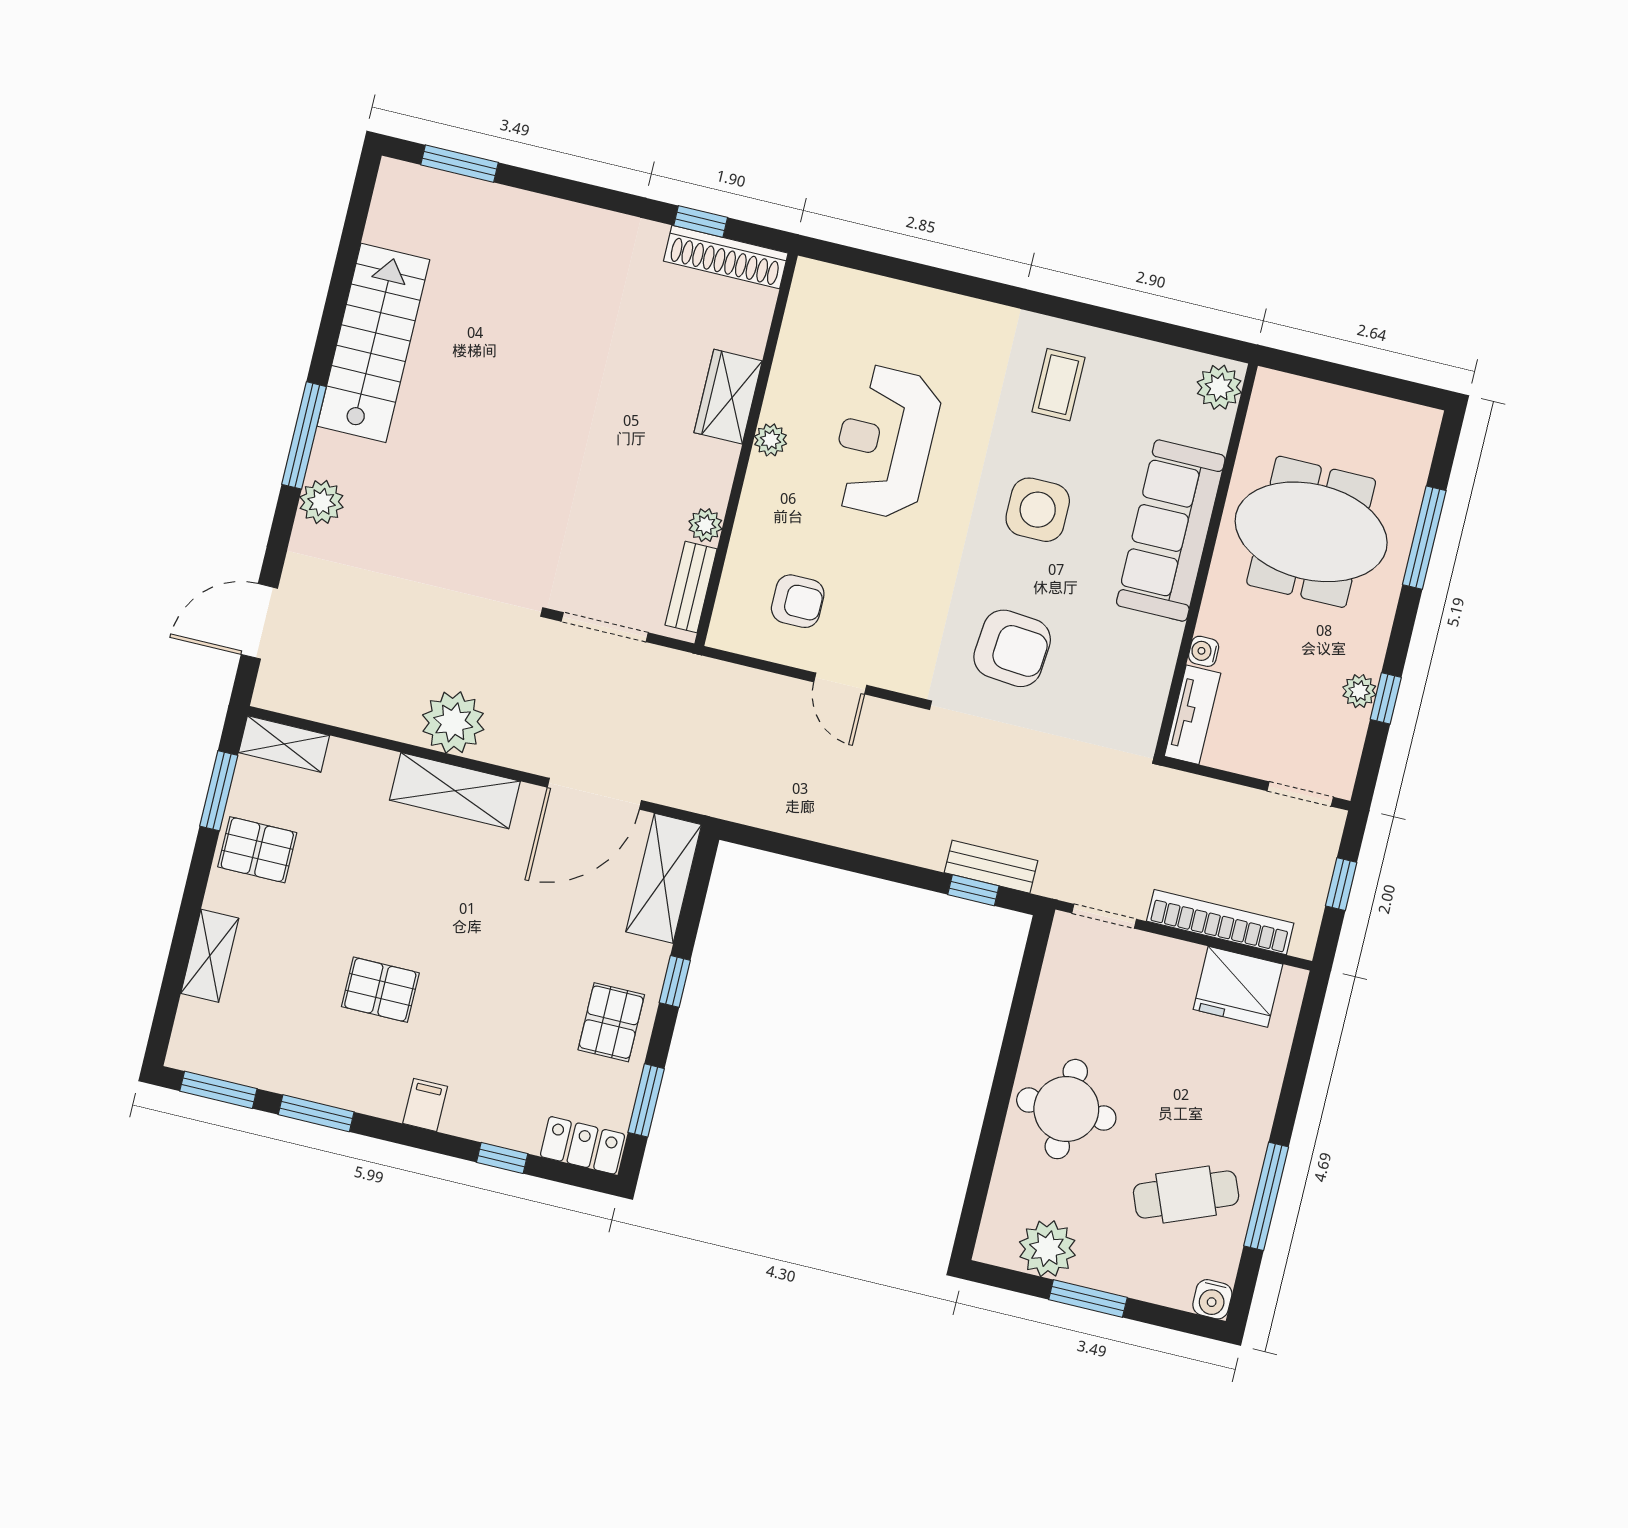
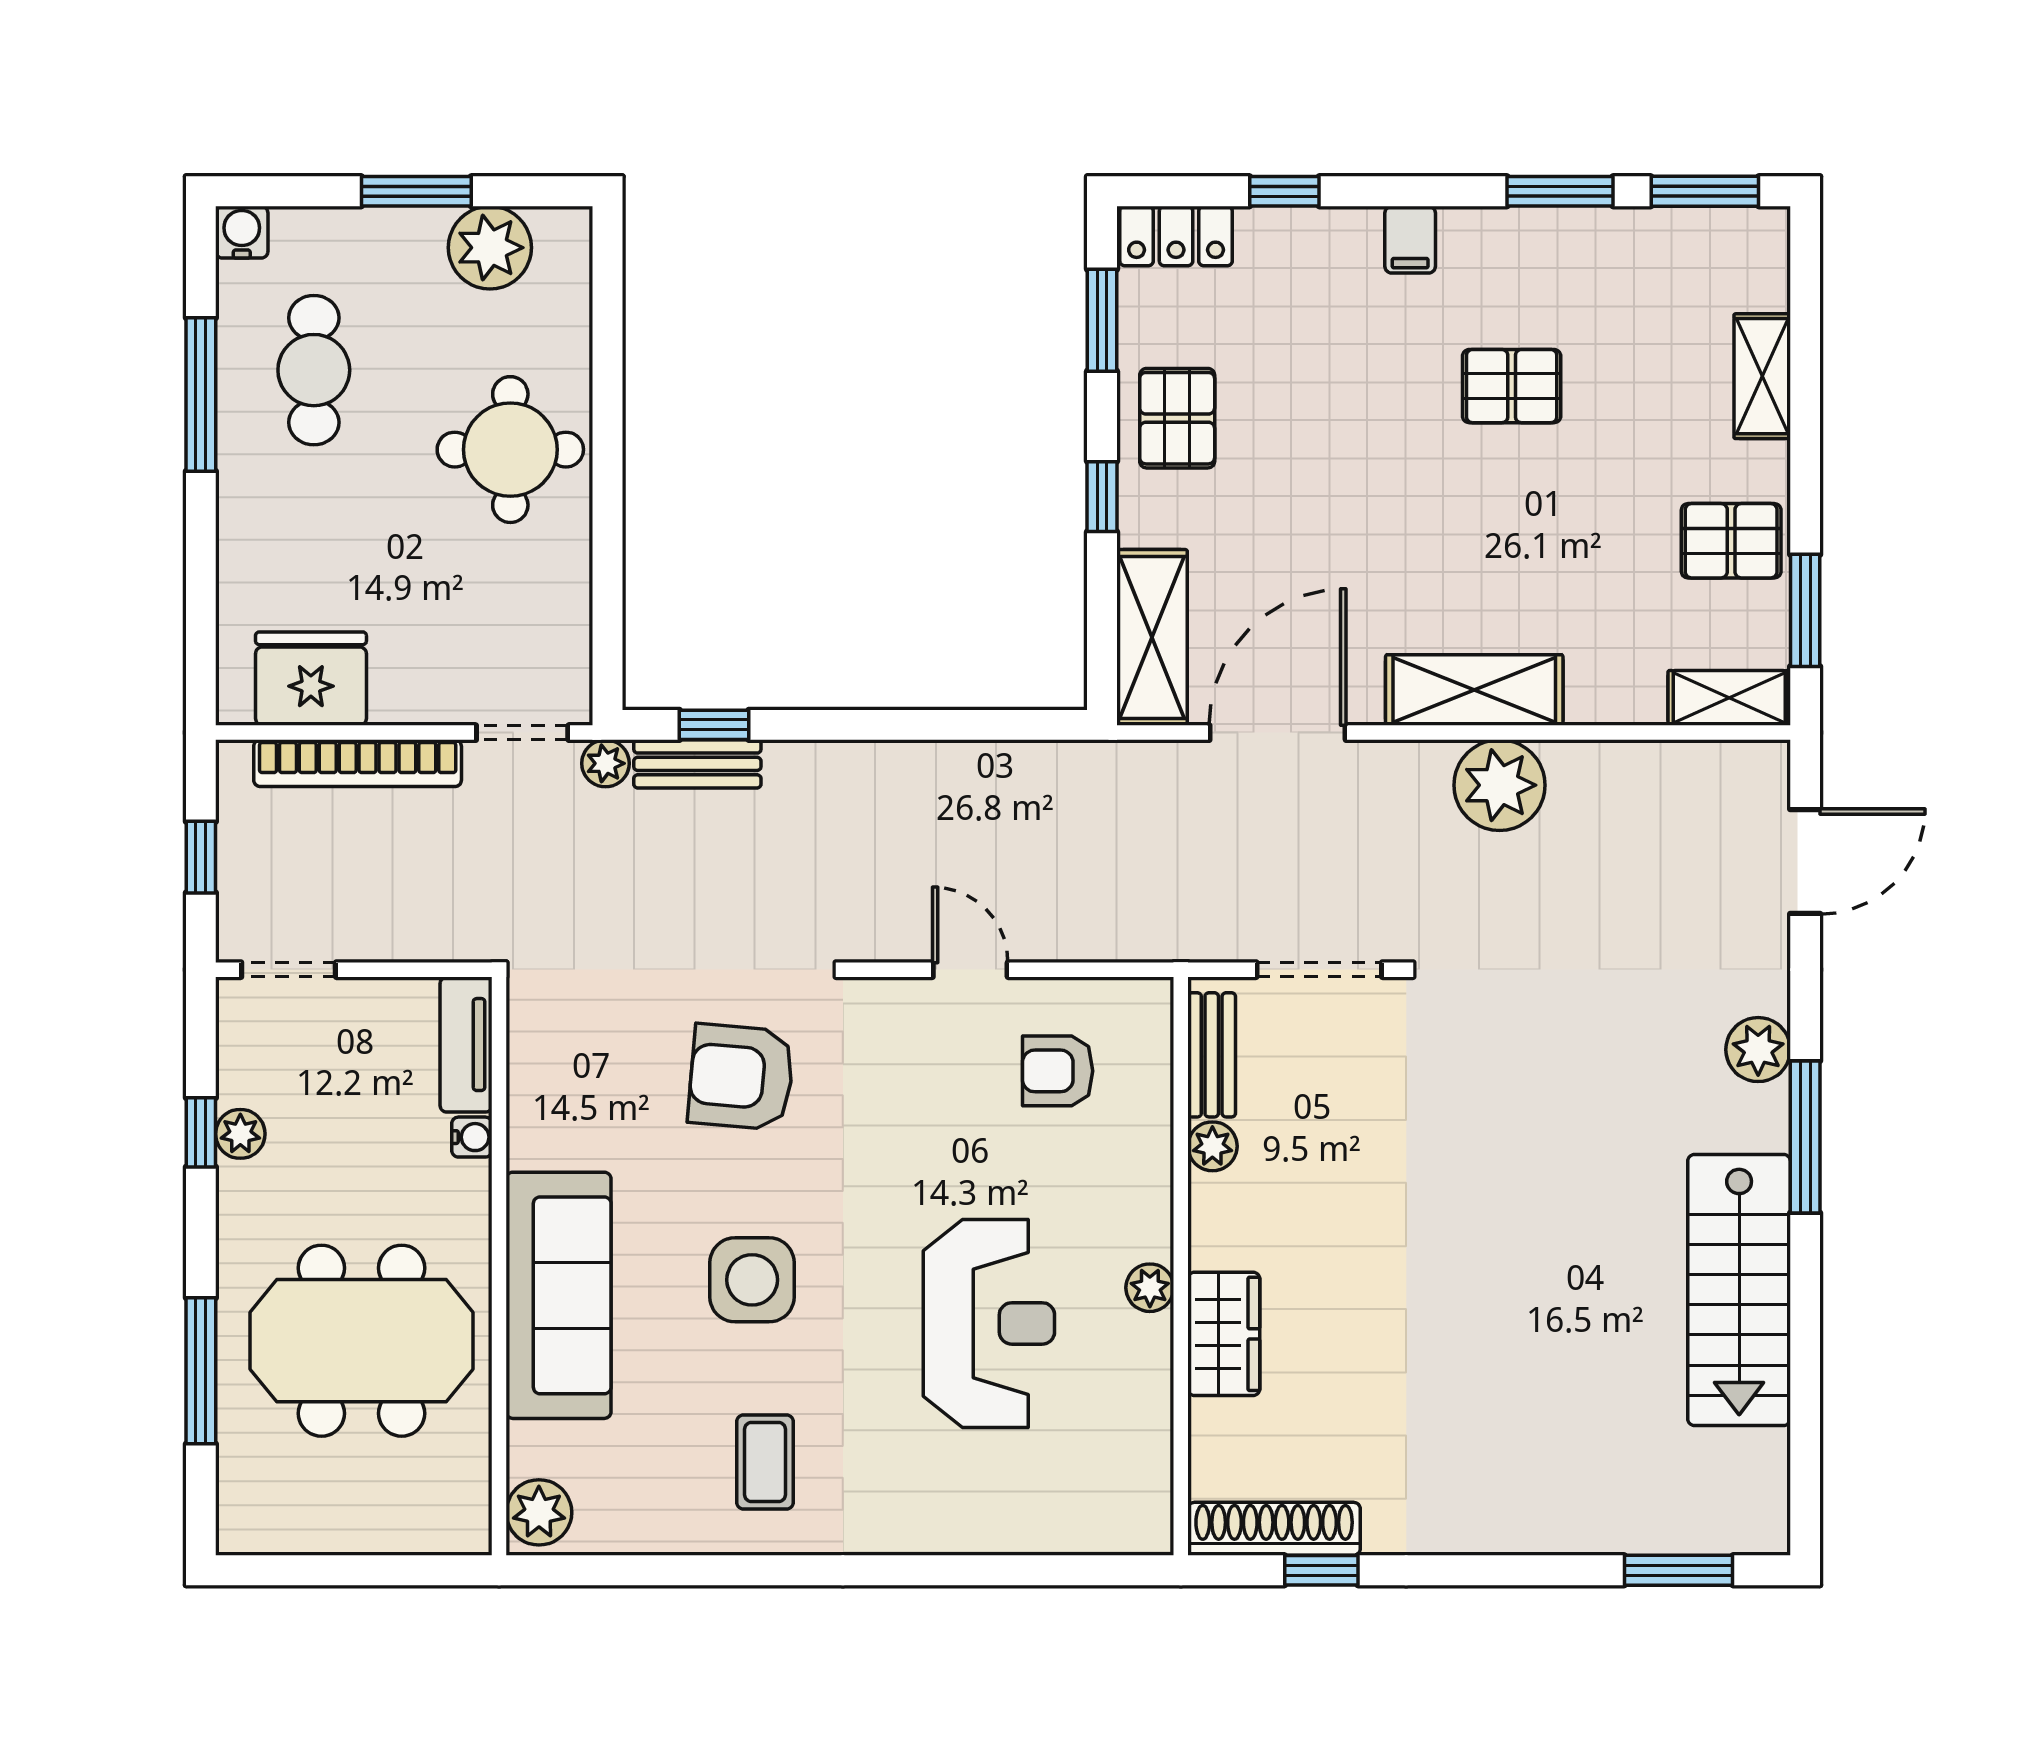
plant: (1053, 882) -> (605, 763), added
cafe table: (1186, 1194) -> (314, 370), turned -68

